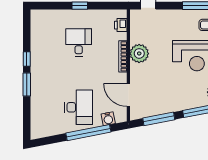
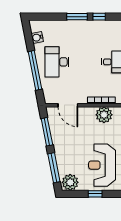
door: (128, 95) -> (68, 105), swing flipped
desk: (79, 107) -> (57, 62), turned 90
water cooler: (108, 119) -> (37, 37), moved

